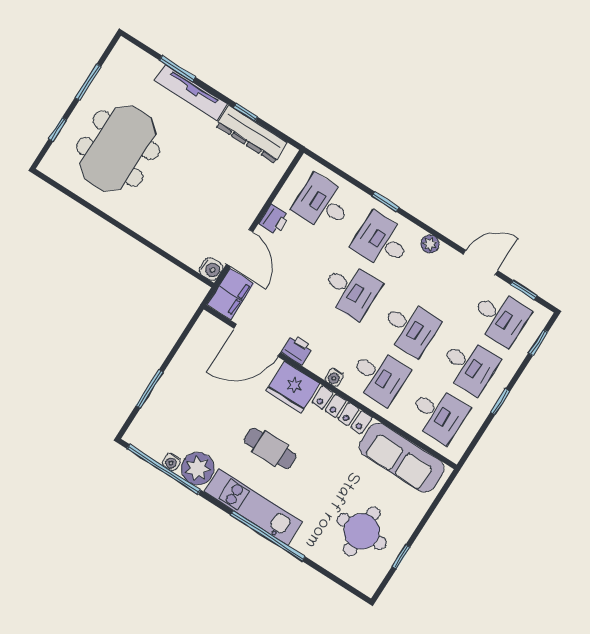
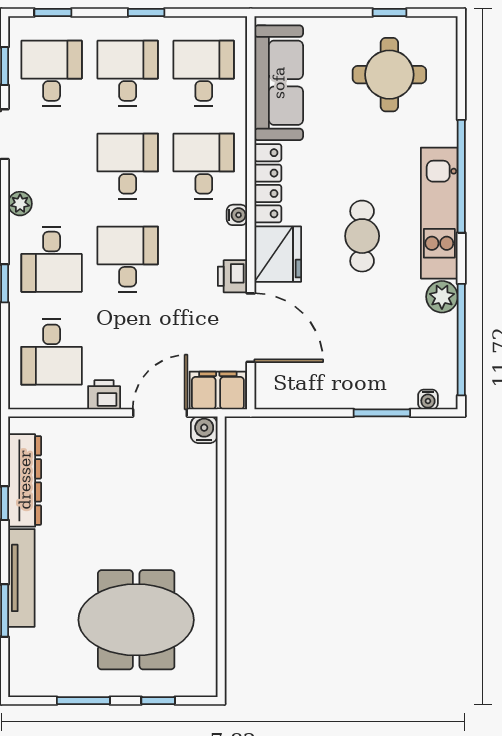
water cooler: (171, 462) -> (428, 399), moved, turned 90
plant: (198, 469) -> (442, 297), width x0.73, depth x0.73

